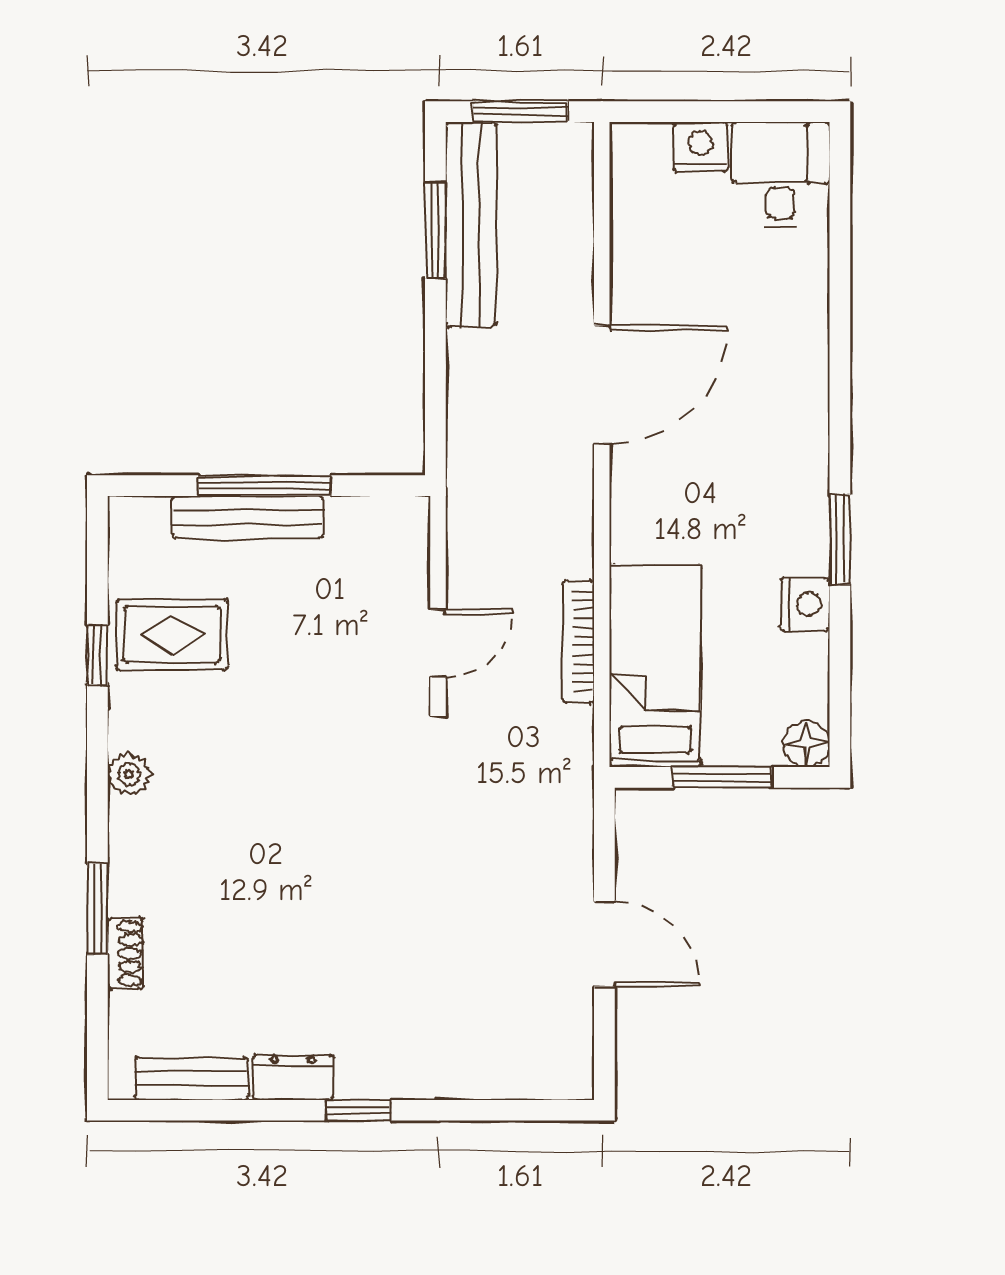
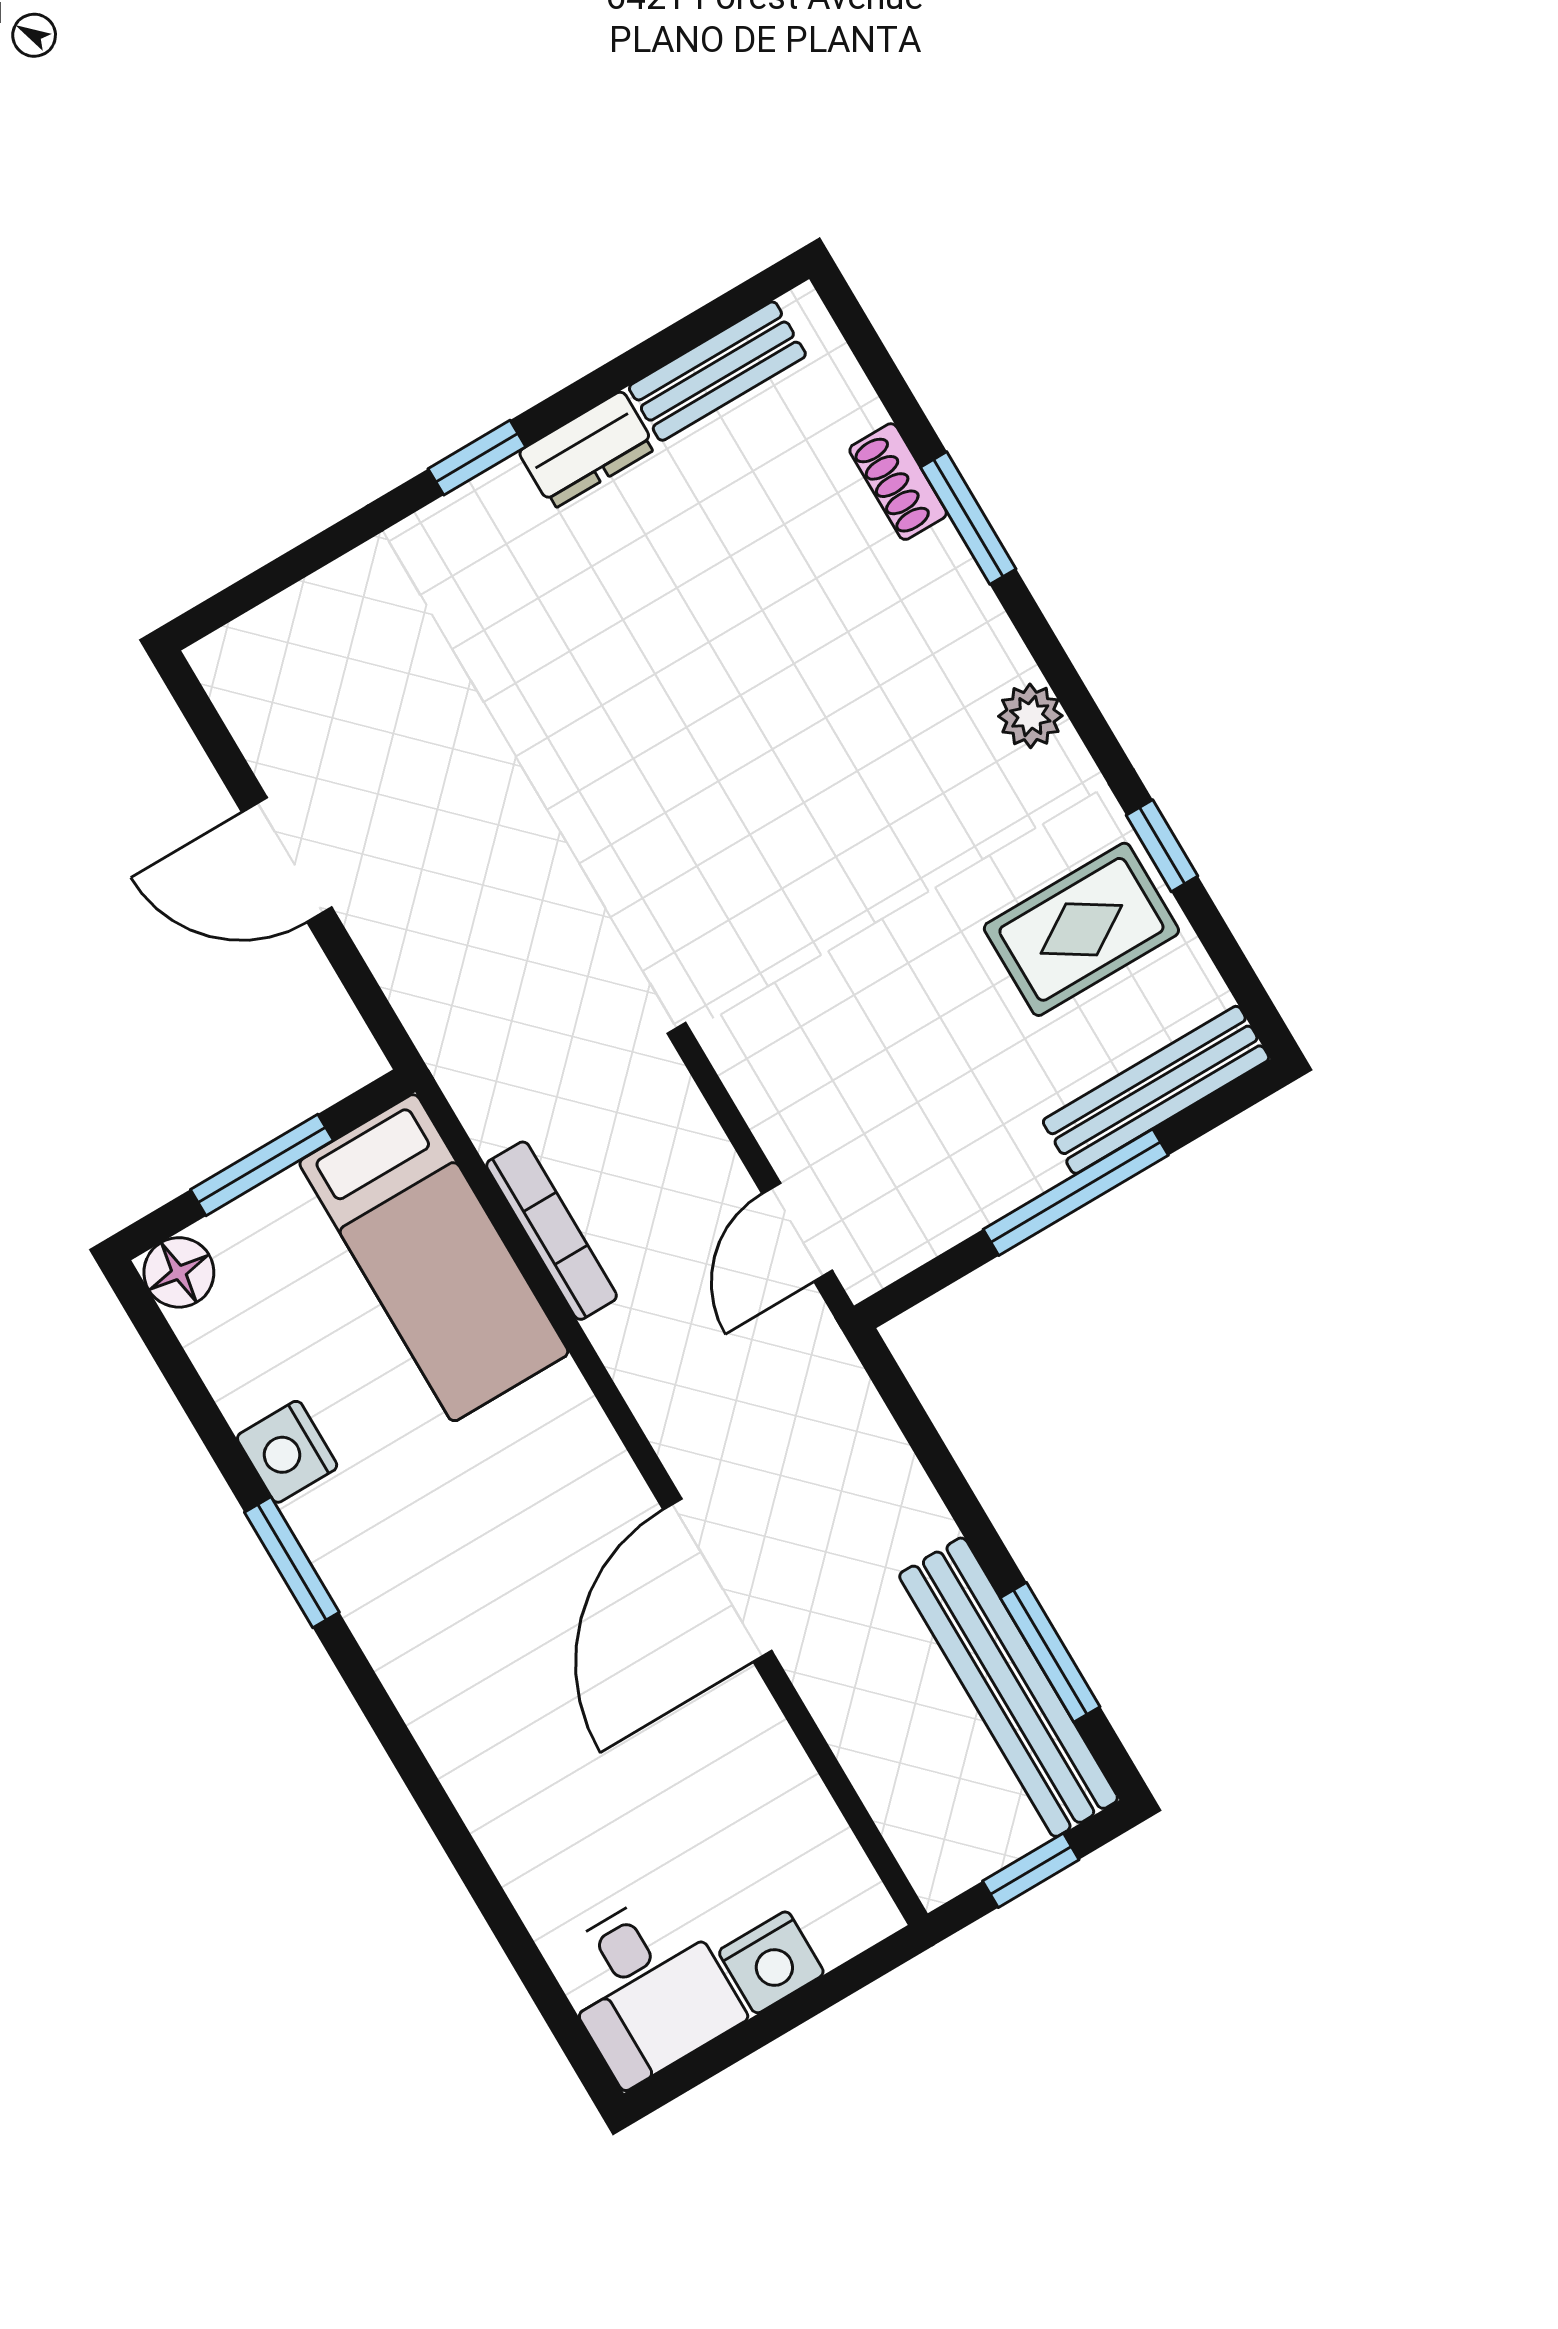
window: (520, 112) -> (1031, 1870), width x0.67
bench: (248, 517) -> (1156, 1090), moved
door: (438, 643) -> (797, 1232), moved

